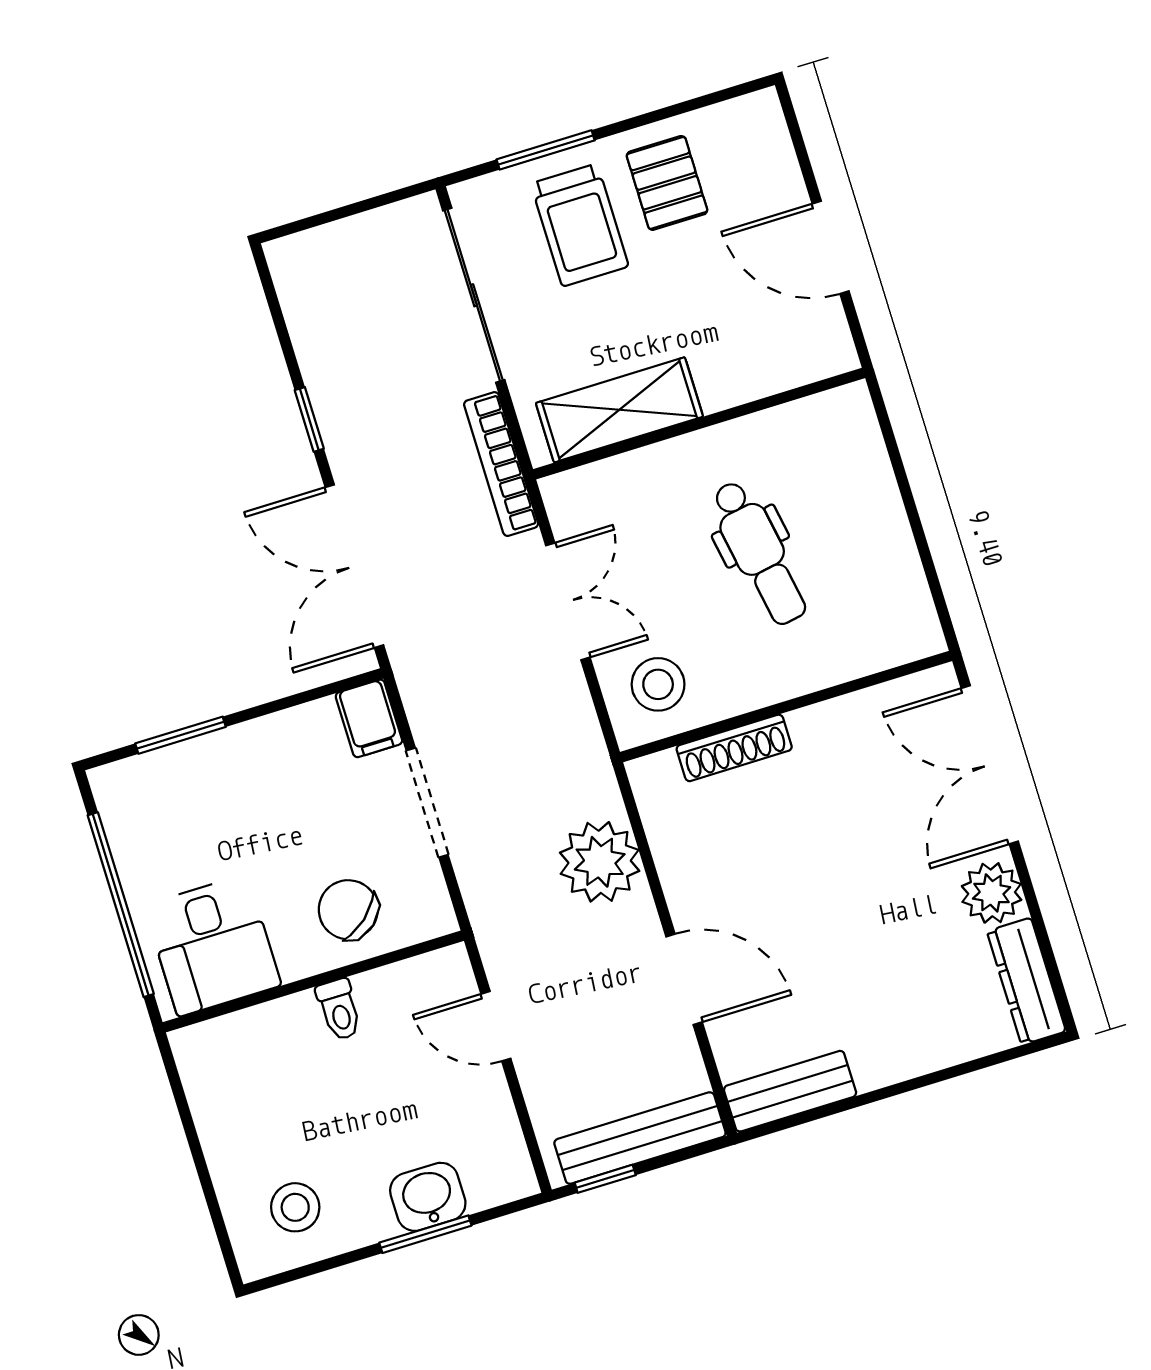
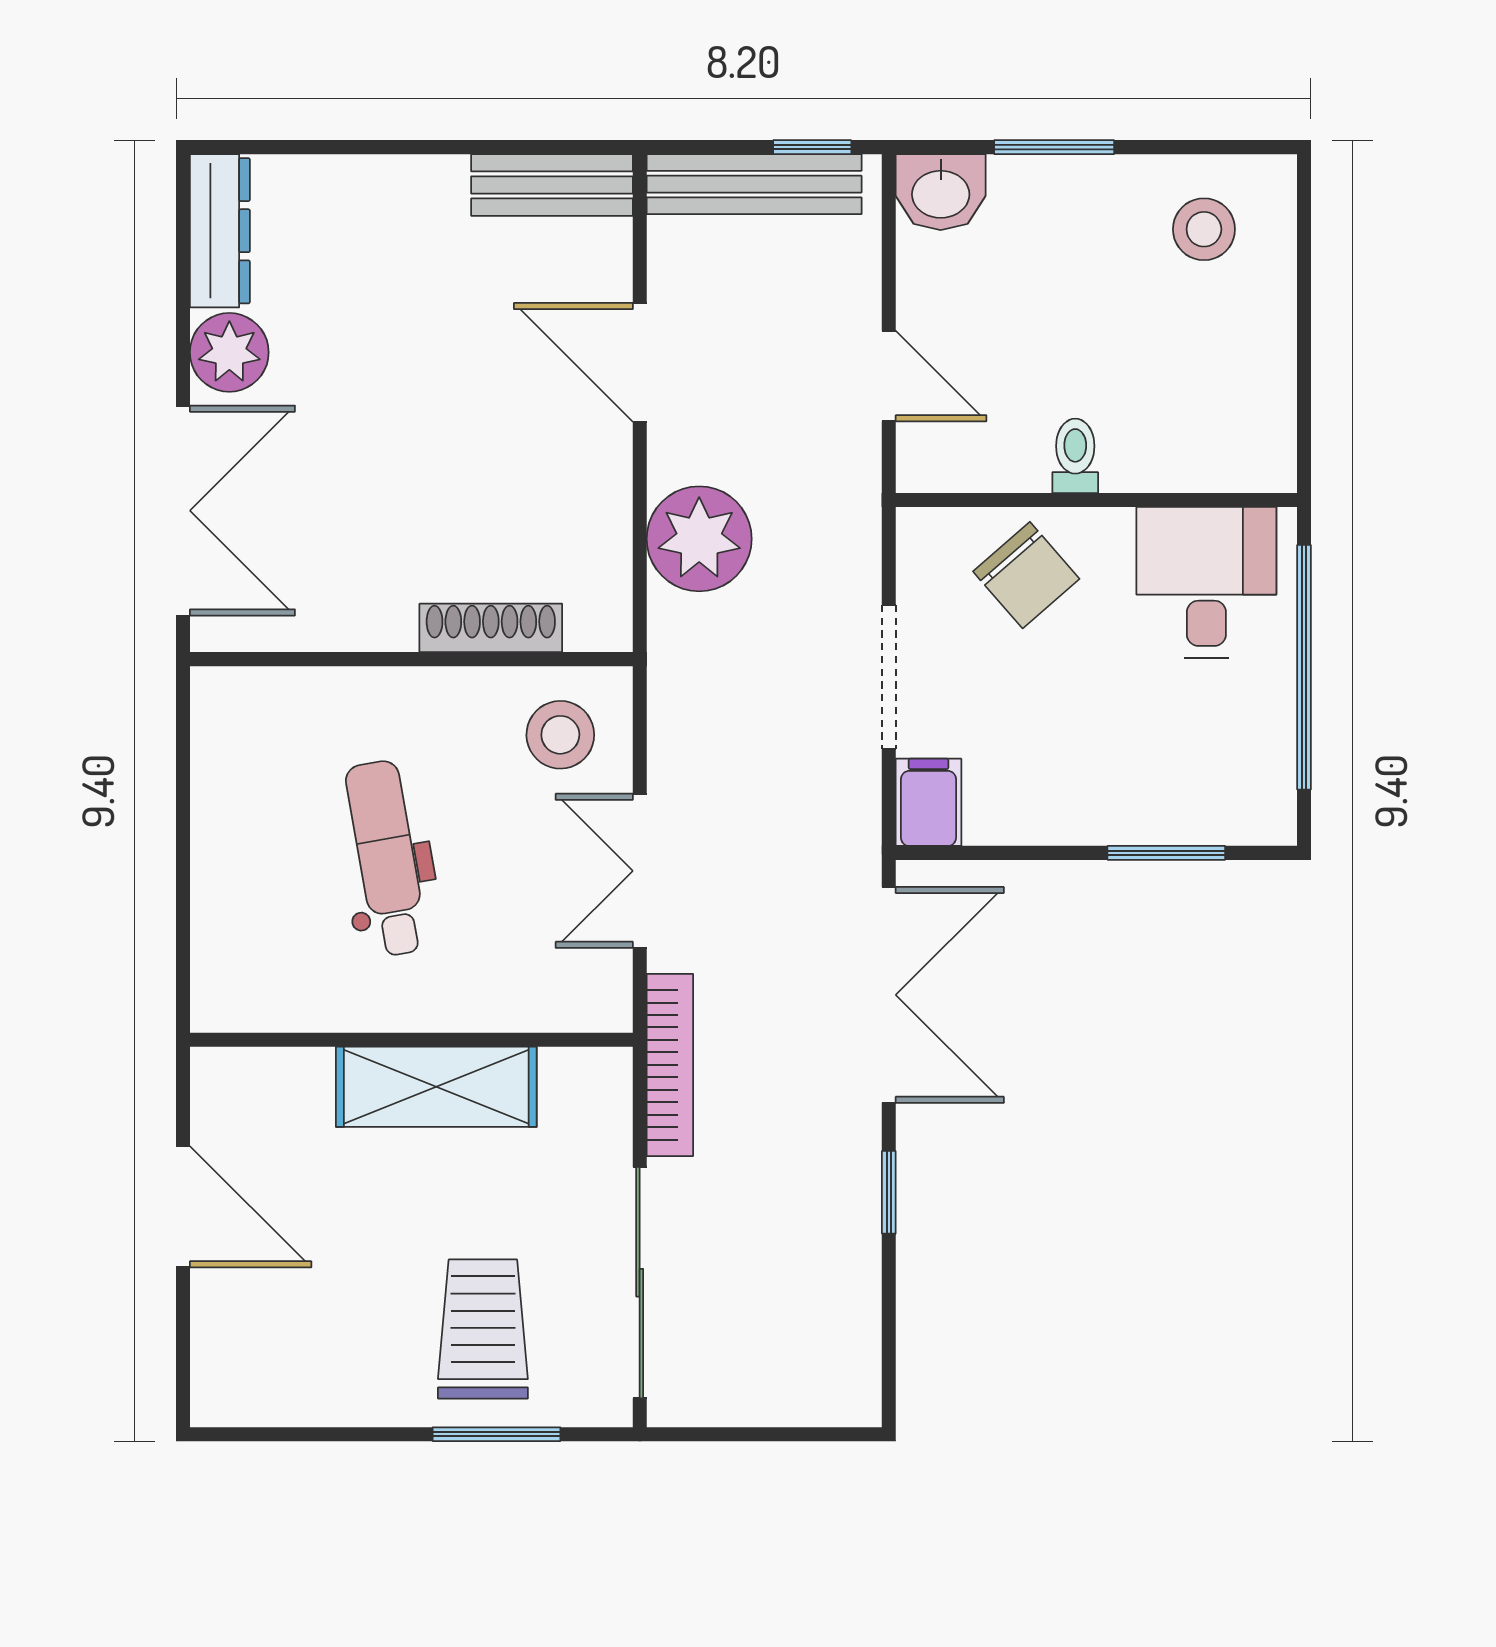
pallet: (667, 183) -> (360, 1348), removed
shelving: (619, 410) -> (436, 1087), moved
washbasin: (428, 1197) -> (941, 192), moved

